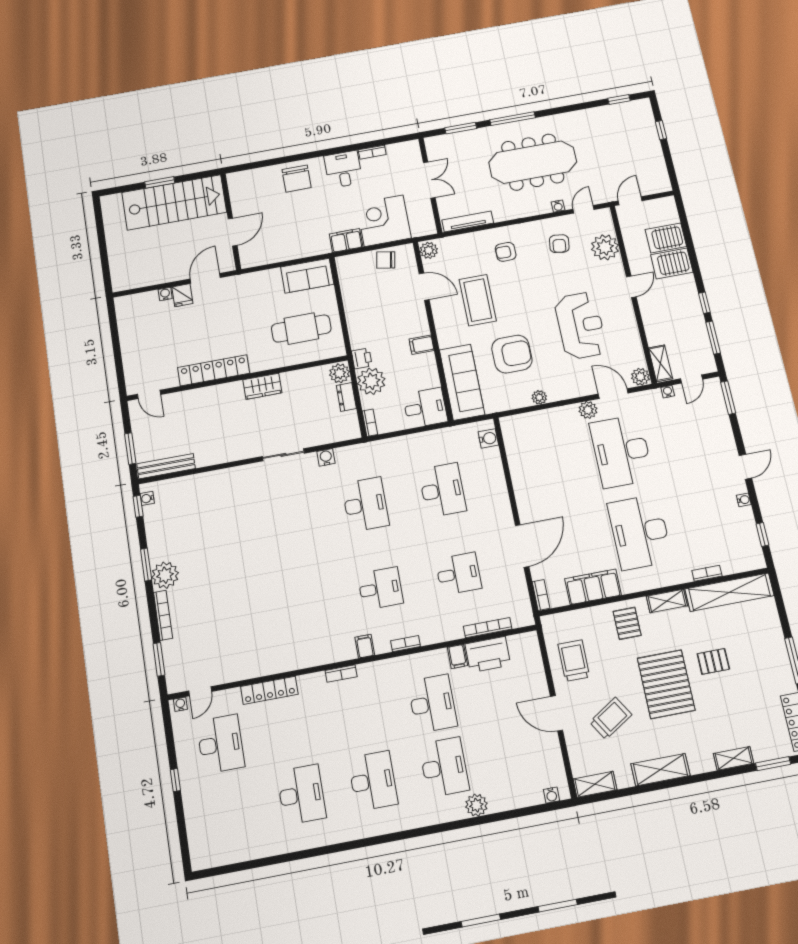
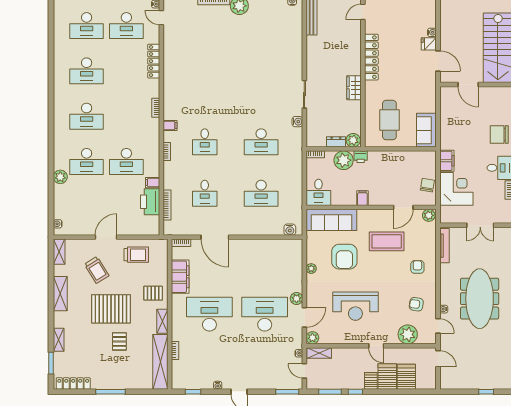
server rack: (683, 285) -> (371, 381), added
desk: (230, 808) -> (87, 26), added

